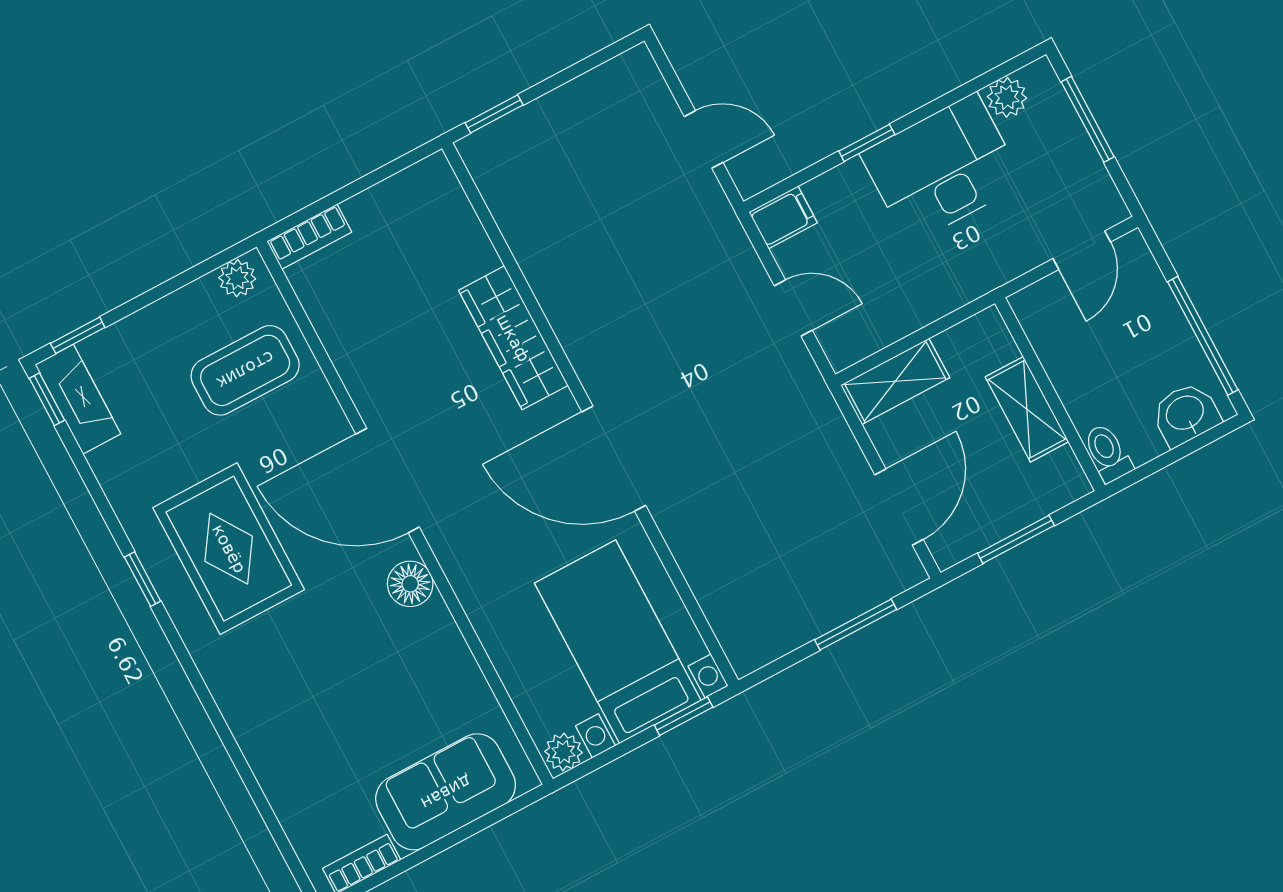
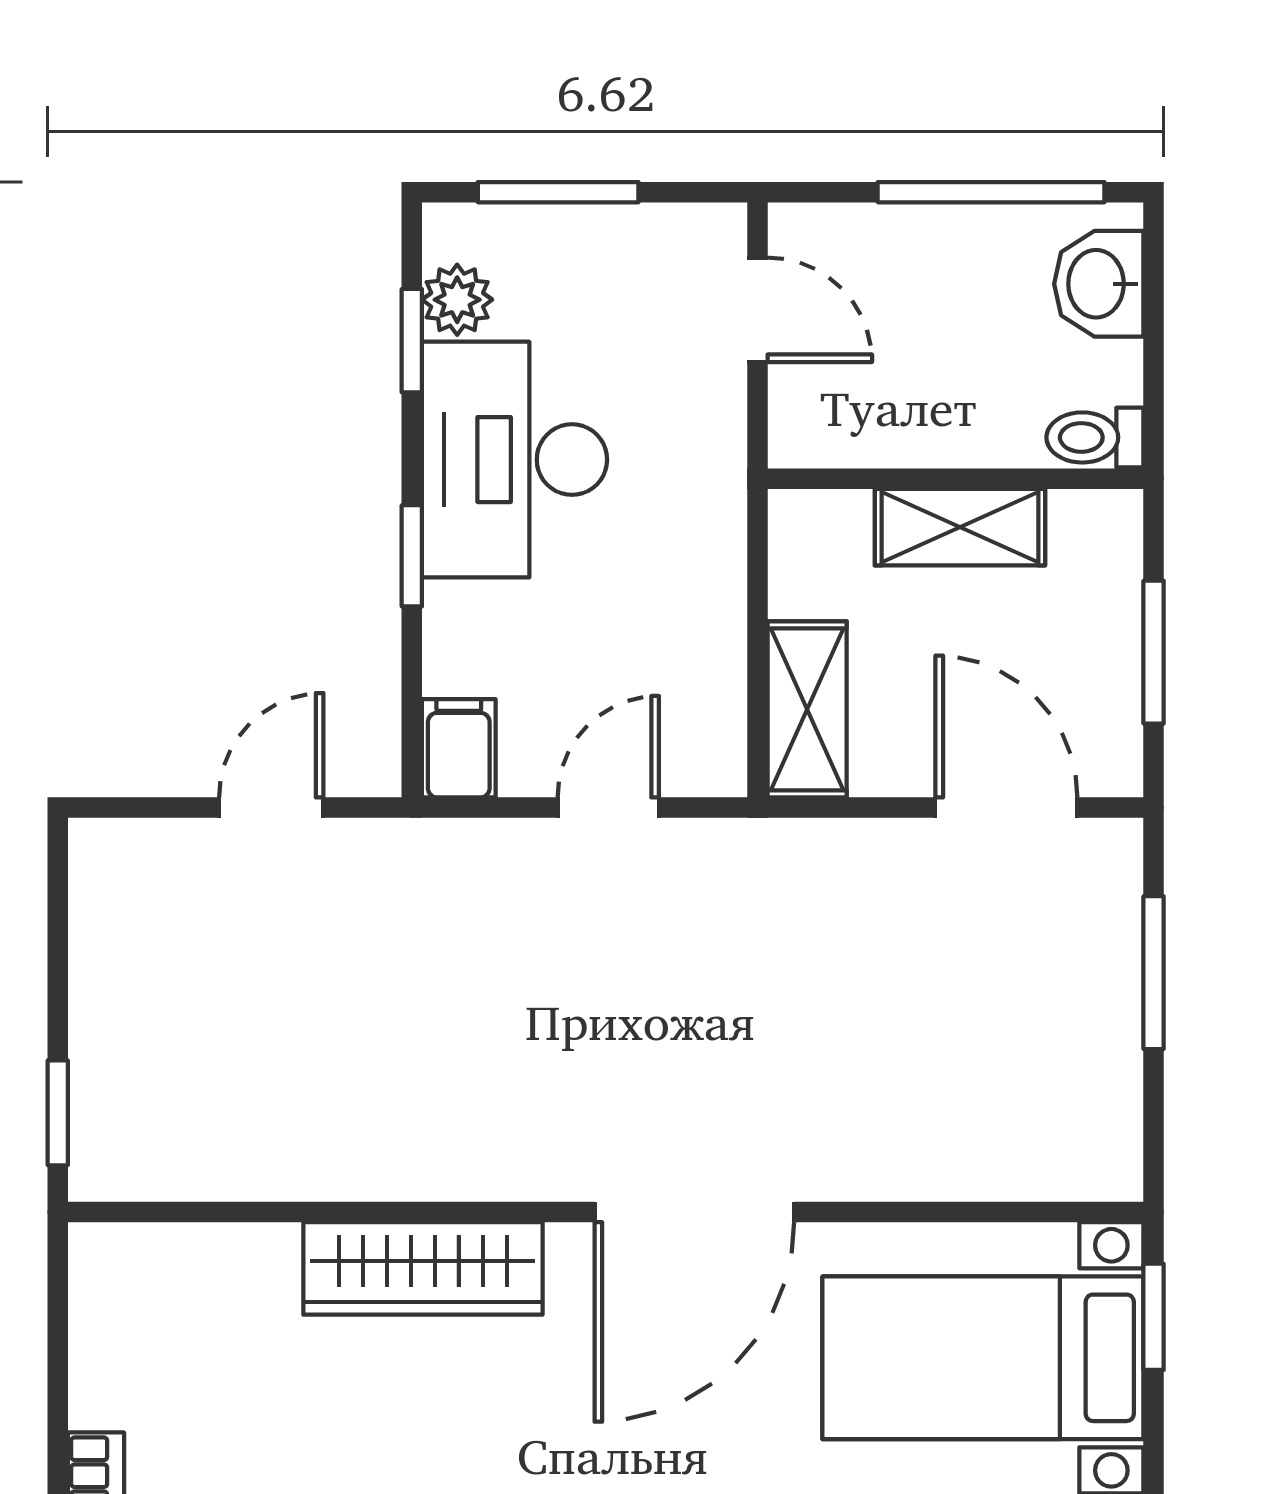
window: (974, 86) -> (412, 341), added

